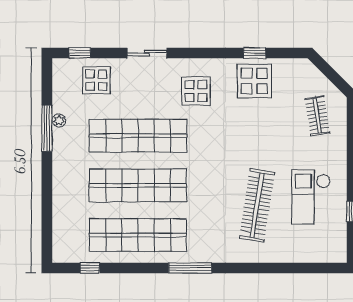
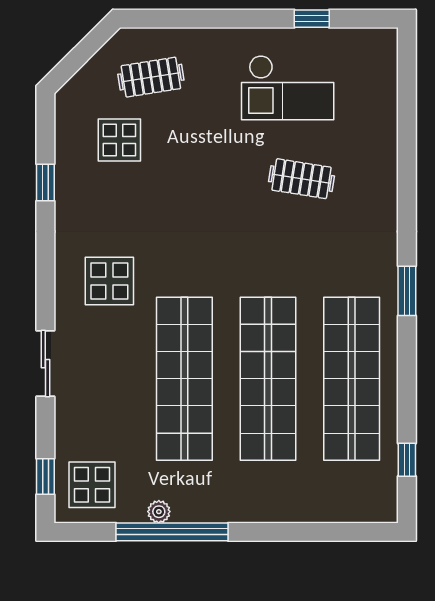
display table: (96, 80) -> (92, 485), moved
display table: (254, 81) -> (119, 140), moved, width x0.73, depth x0.73
window: (47, 128) -> (172, 532), width x1.46
clothes rail: (257, 205) -> (301, 179), width x0.54, depth x0.76
window: (190, 268) -> (407, 291), width x0.69

